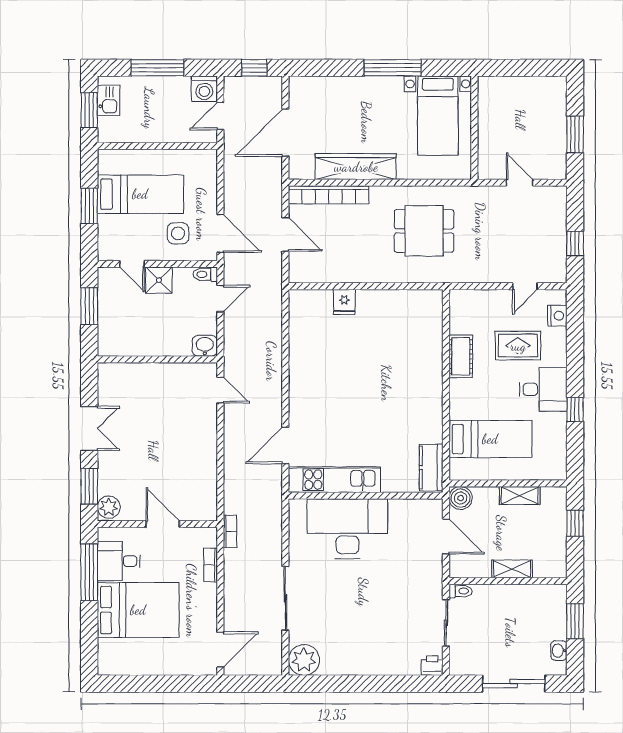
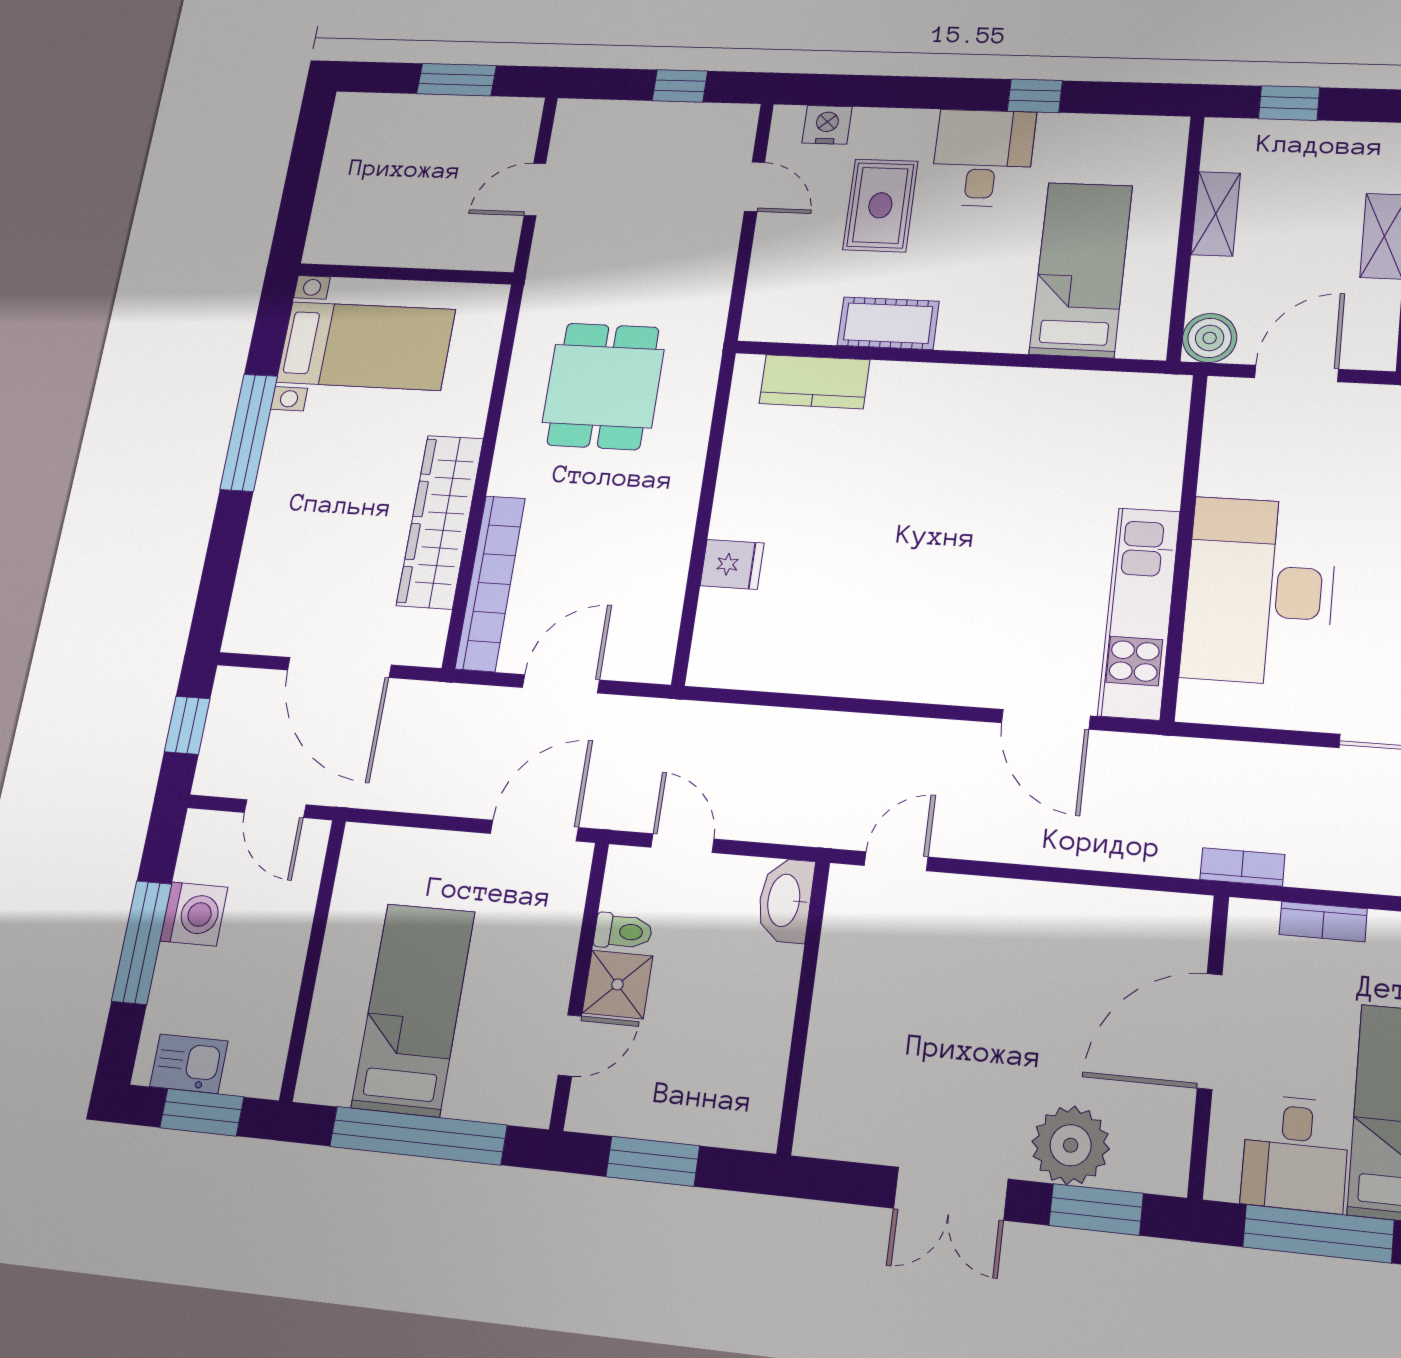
washing machine: (204, 89) -> (194, 914), moved
window: (89, 206) -> (418, 1136), width x2.11
side table: (178, 233) -> (517, 929), removed
toilet: (205, 274) -> (623, 931), moved, turned -90
washbasin: (205, 346) -> (785, 901), width x1.38
double door: (89, 428) -> (951, 1194), swing flipped
kitchen counter: (431, 468) -> (814, 382), moved
plant: (109, 507) -> (1071, 1145), moved, width x1.36, depth x1.36
door: (163, 524) -> (1210, 1031), width x1.36

